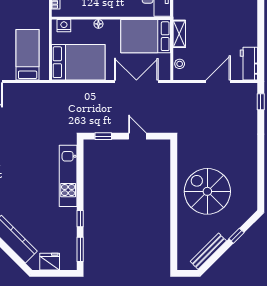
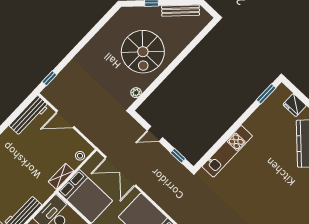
workbench: (249, 64) -> (29, 116), width x1.38
door: (137, 136) -> (155, 134), hinge flipped
plant: (182, 154) -> (136, 93), added
window: (80, 219) -> (246, 115), removed

